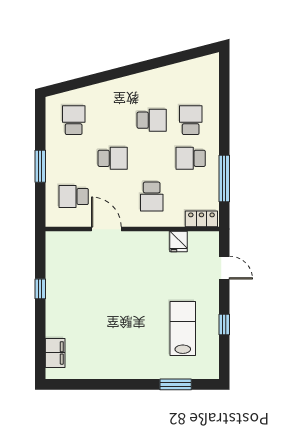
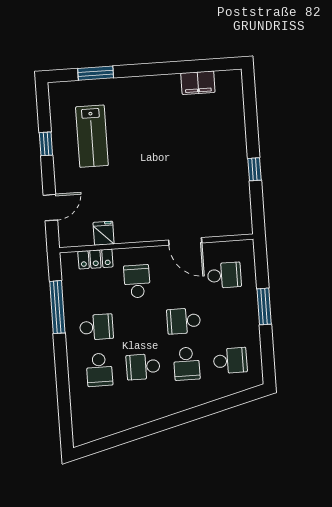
school desk: (74, 120) -> (230, 361), turned -90
school desk: (113, 120) -> (187, 364), added
locker: (201, 219) -> (95, 259), moved
door: (224, 268) -> (50, 208), swing flipped
filing cabinet: (55, 353) -> (198, 83), moved, turned -90

